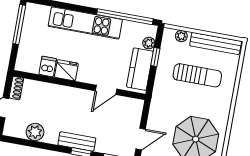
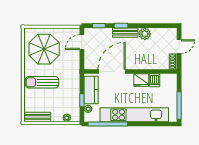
kitchen unit: (85, 23) -> (134, 115), width x1.36
bench: (216, 43) -> (38, 117), width x0.73
sun lounger: (197, 75) -> (42, 82), moved
door: (106, 90) -> (112, 72), width x1.87
plant: (35, 132) -> (145, 34), moved

